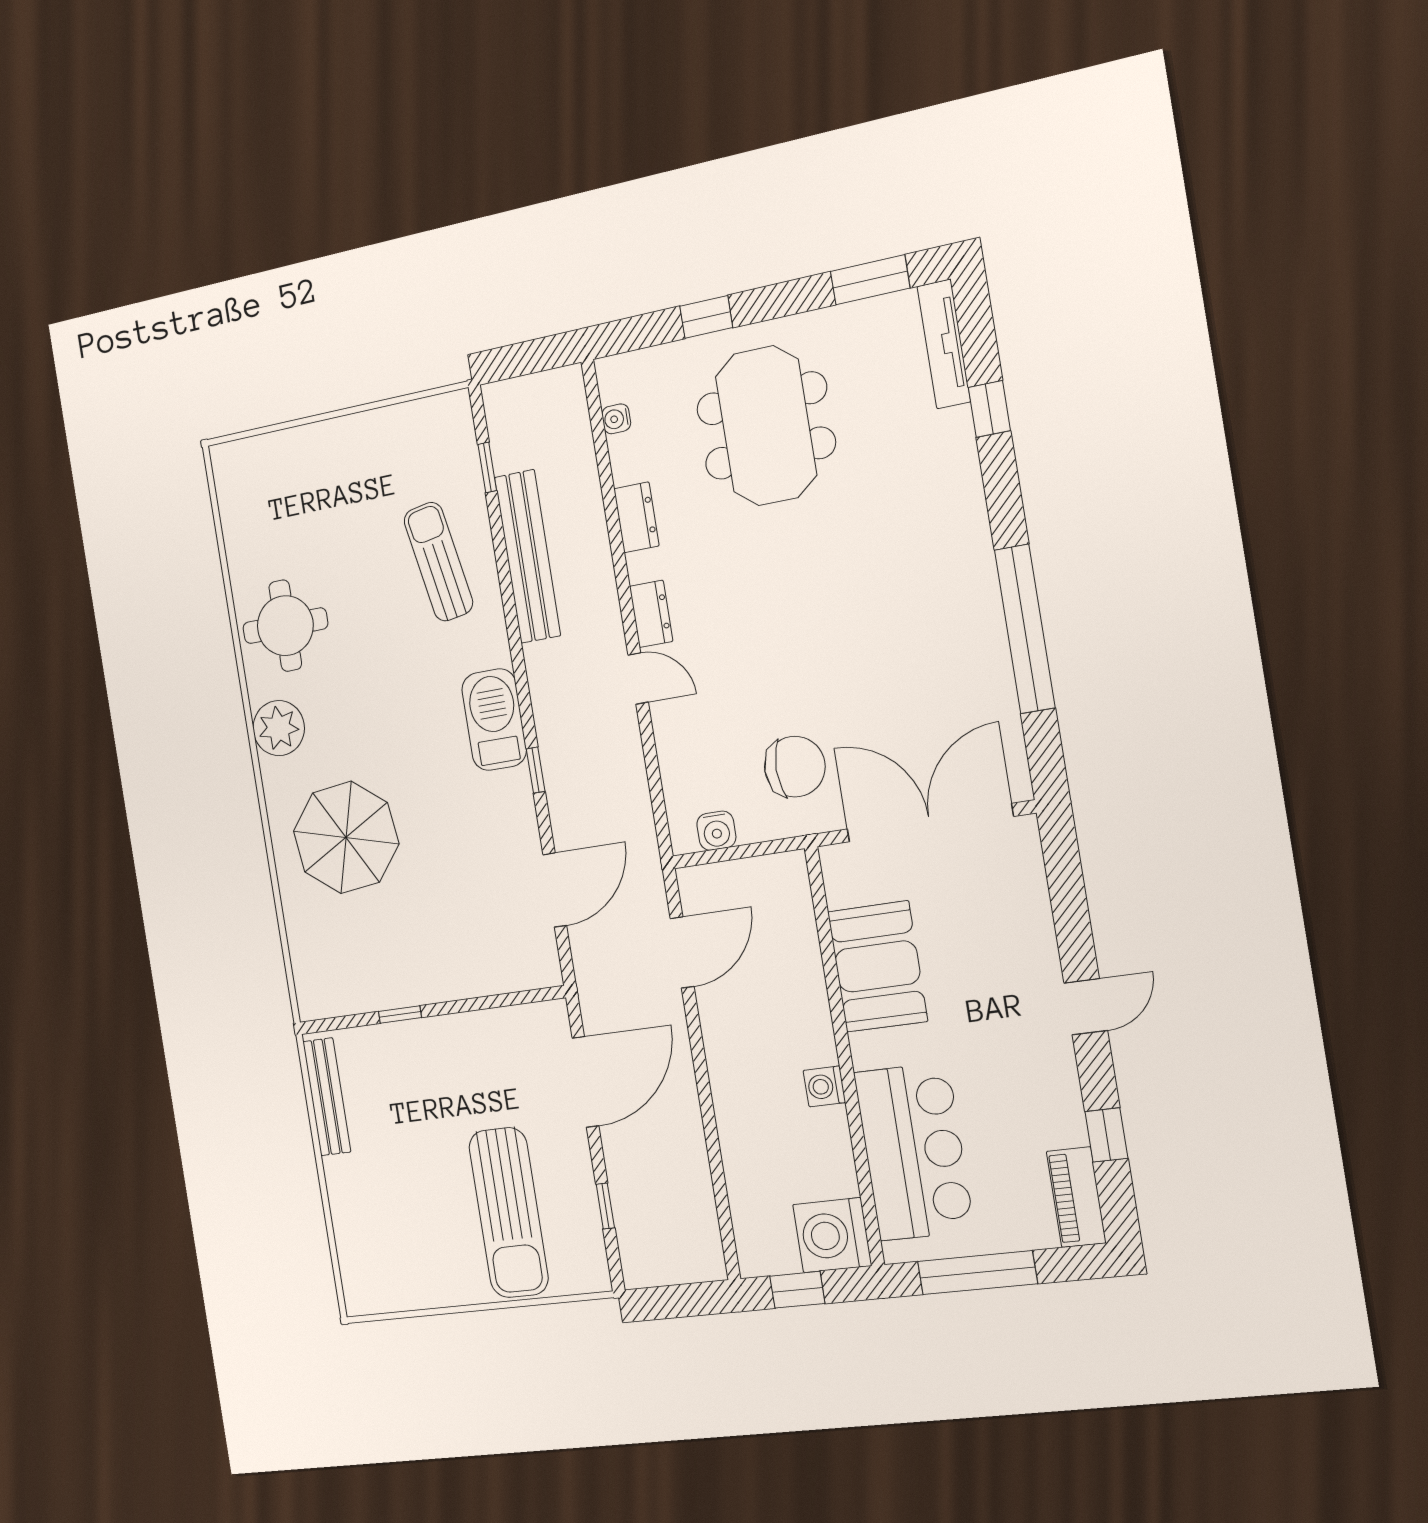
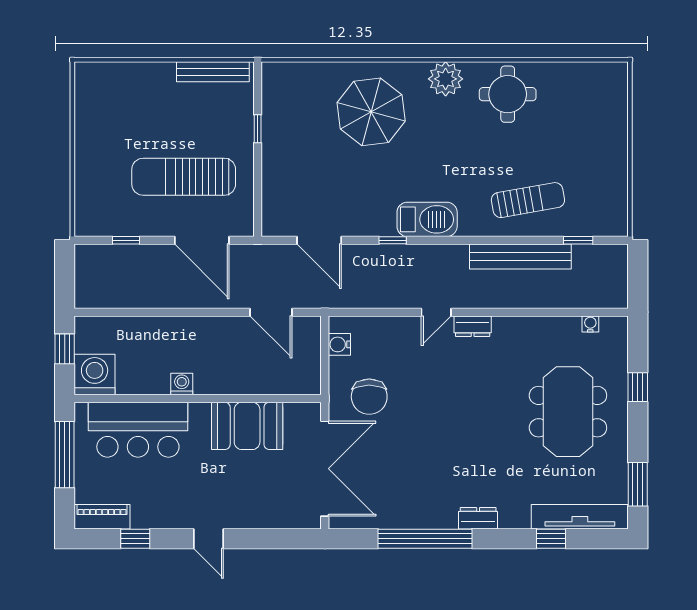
tv unit: (944, 344) -> (580, 517), width x1.36, depth x1.29
meeting table: (766, 426) -> (568, 412), turned 90
dresser: (636, 517) -> (478, 518), moved, turned 180
sun lounger: (509, 1213) -> (184, 177), moved

